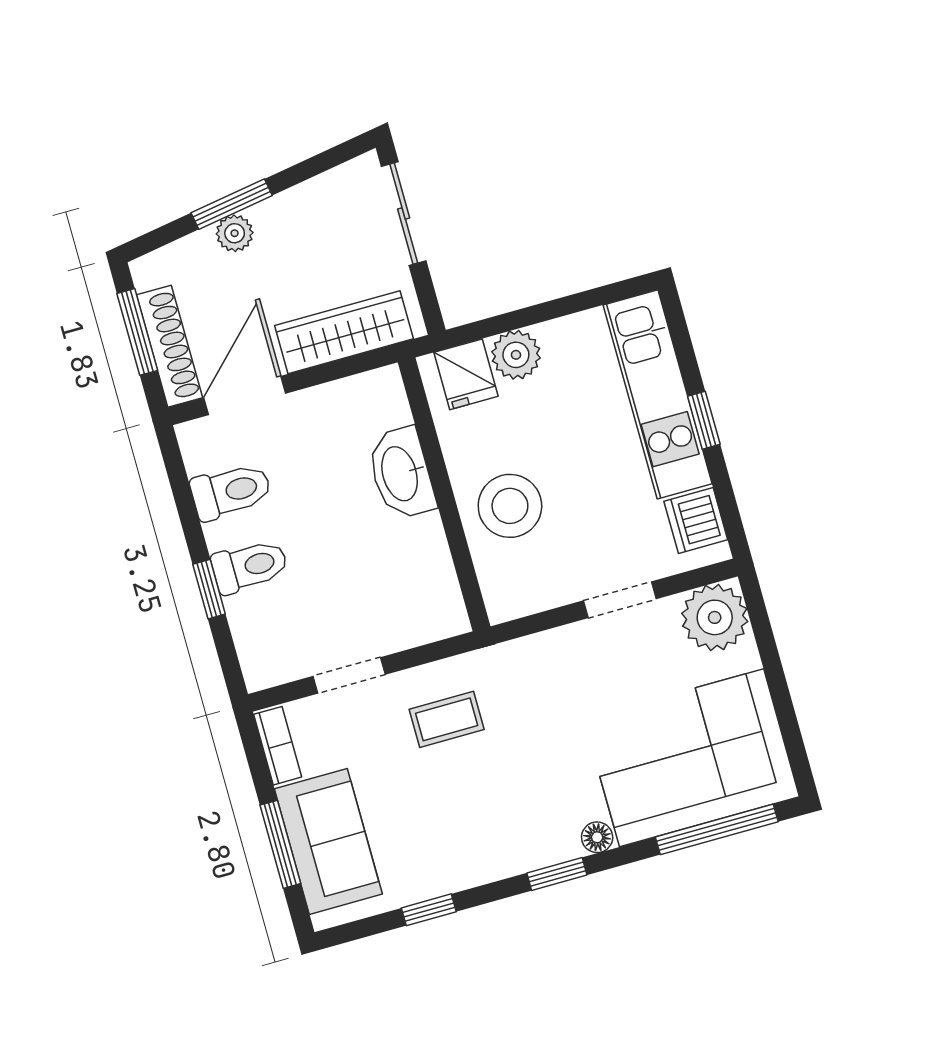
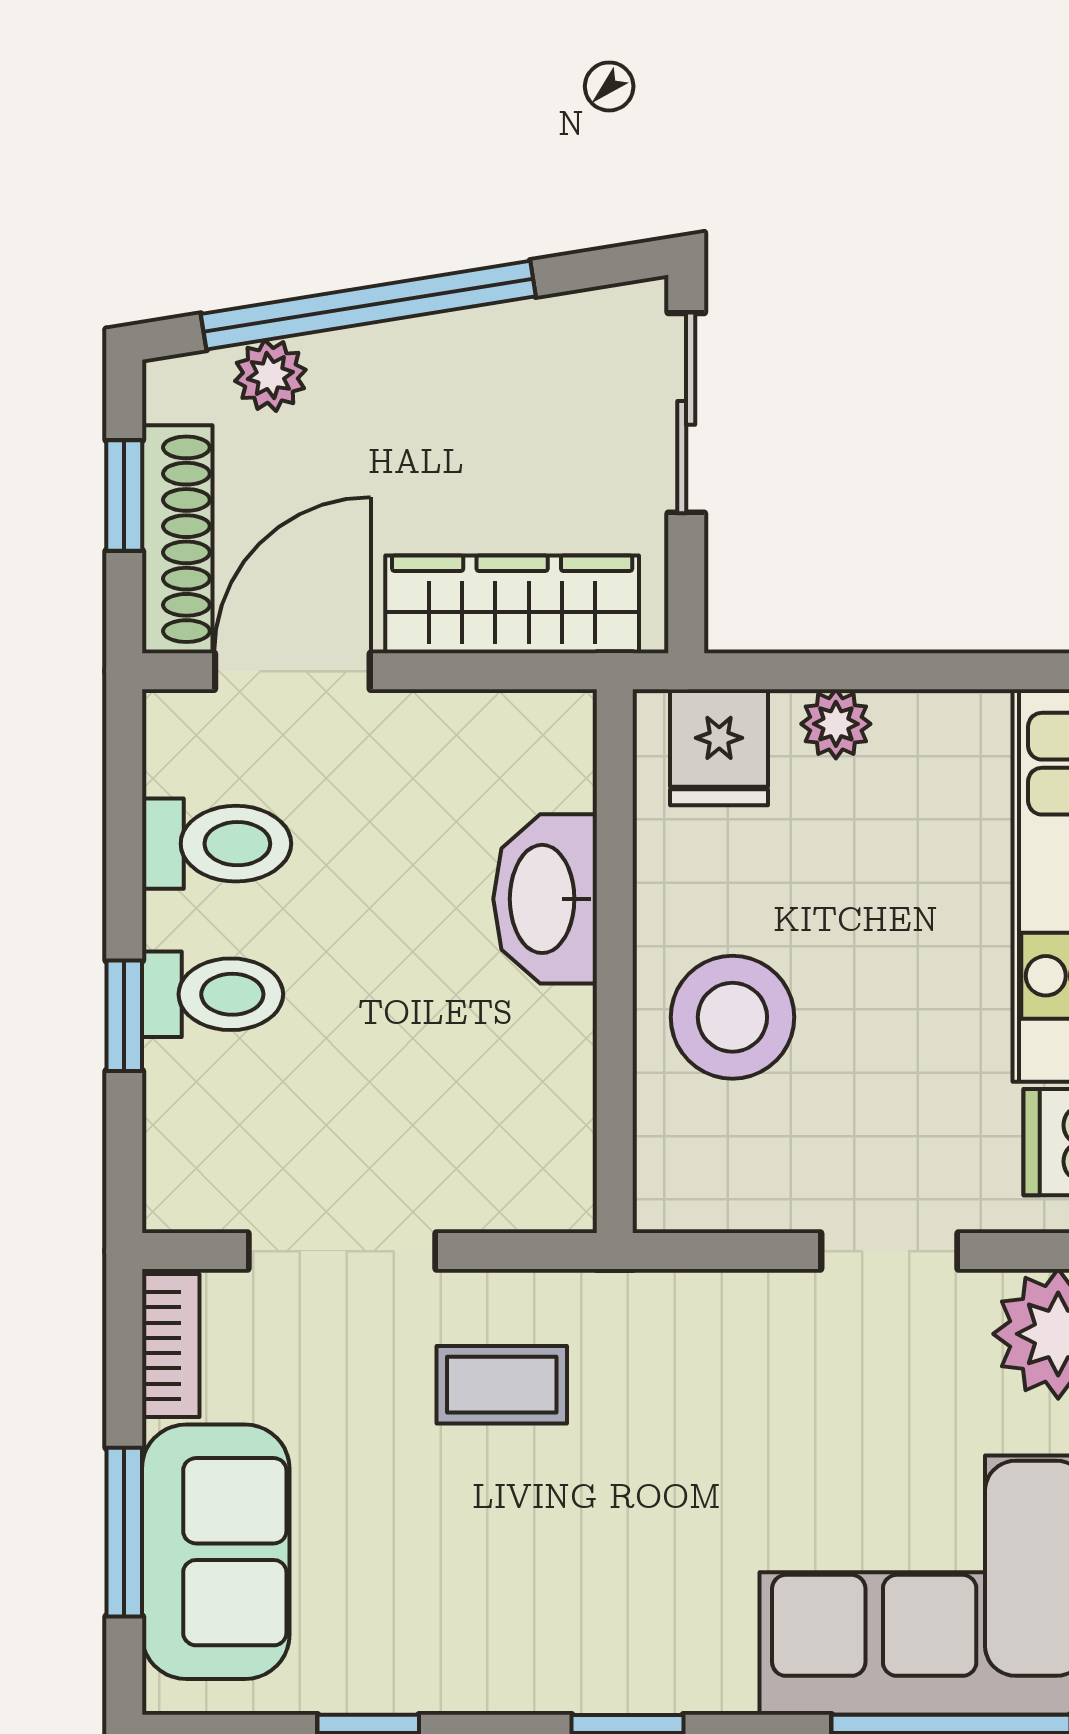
window: (232, 204) -> (368, 305), width x2.11
plant: (235, 233) -> (270, 375), moved
window: (137, 332) -> (124, 496), width x0.67
plant: (516, 355) -> (836, 724), width x0.73, depth x0.73
doorway: (349, 675) -> (342, 1251), width x1.38
floor lamp: (597, 837) -> (722, 1685), removed

